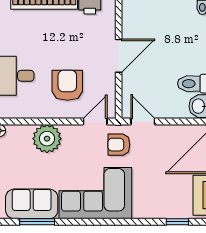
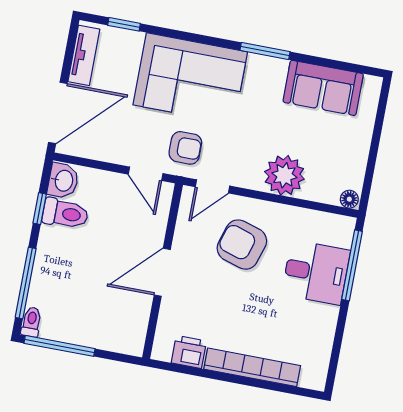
armchair: (67, 85) -> (242, 245), turned 107
corner sofa: (95, 193) -> (190, 78), moved
window: (37, 222) -> (265, 51), moved

